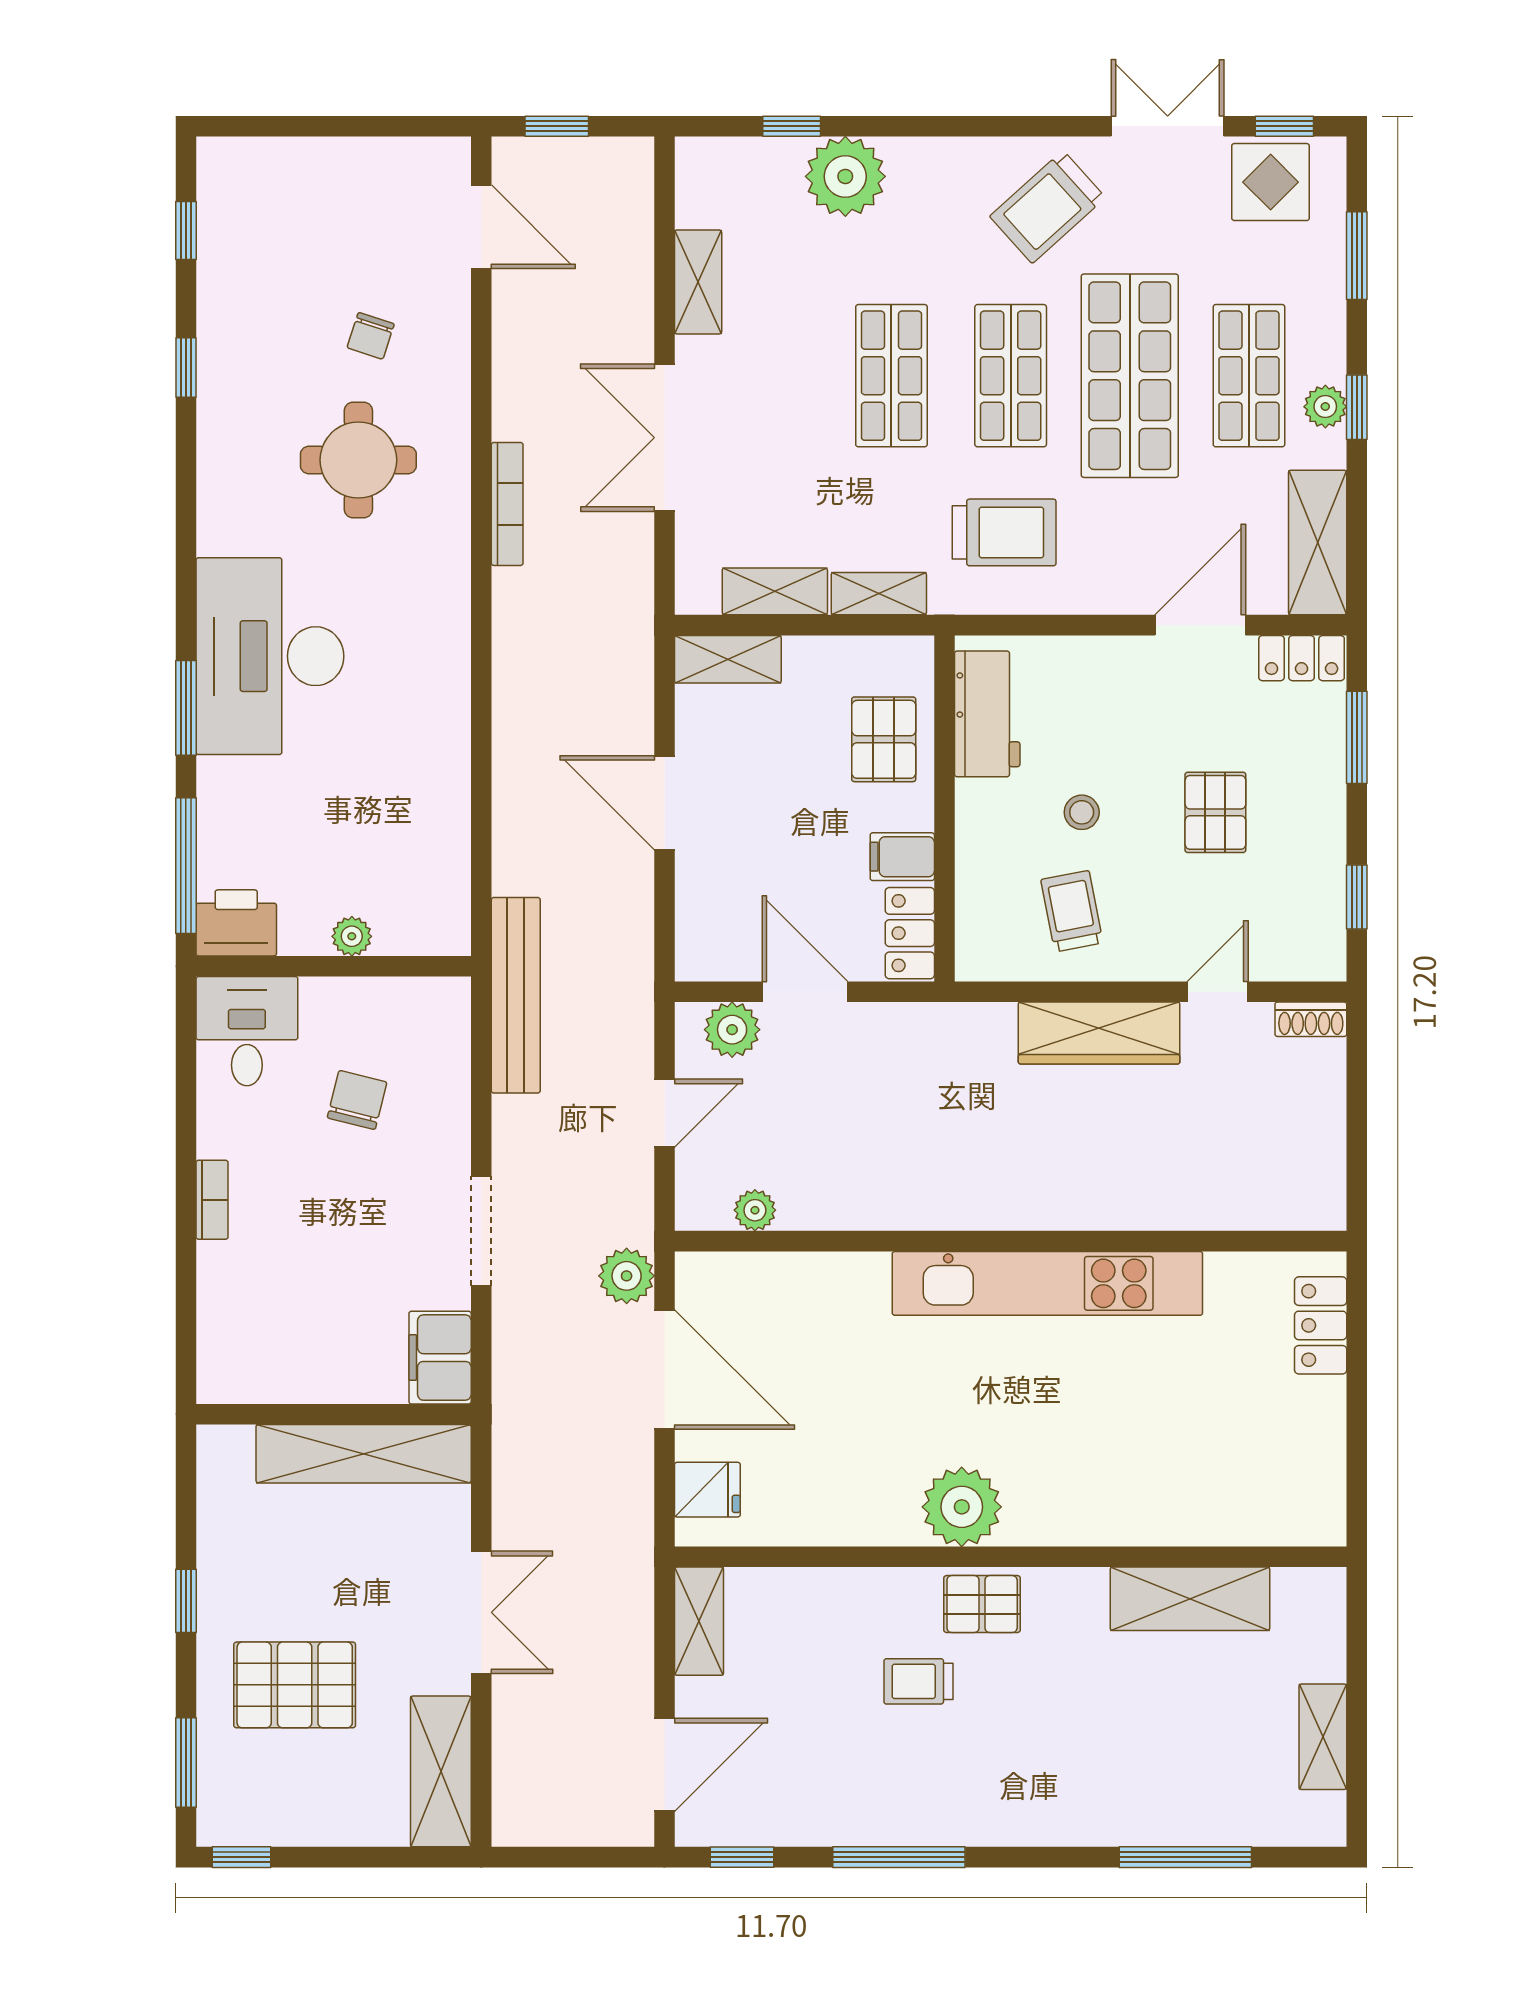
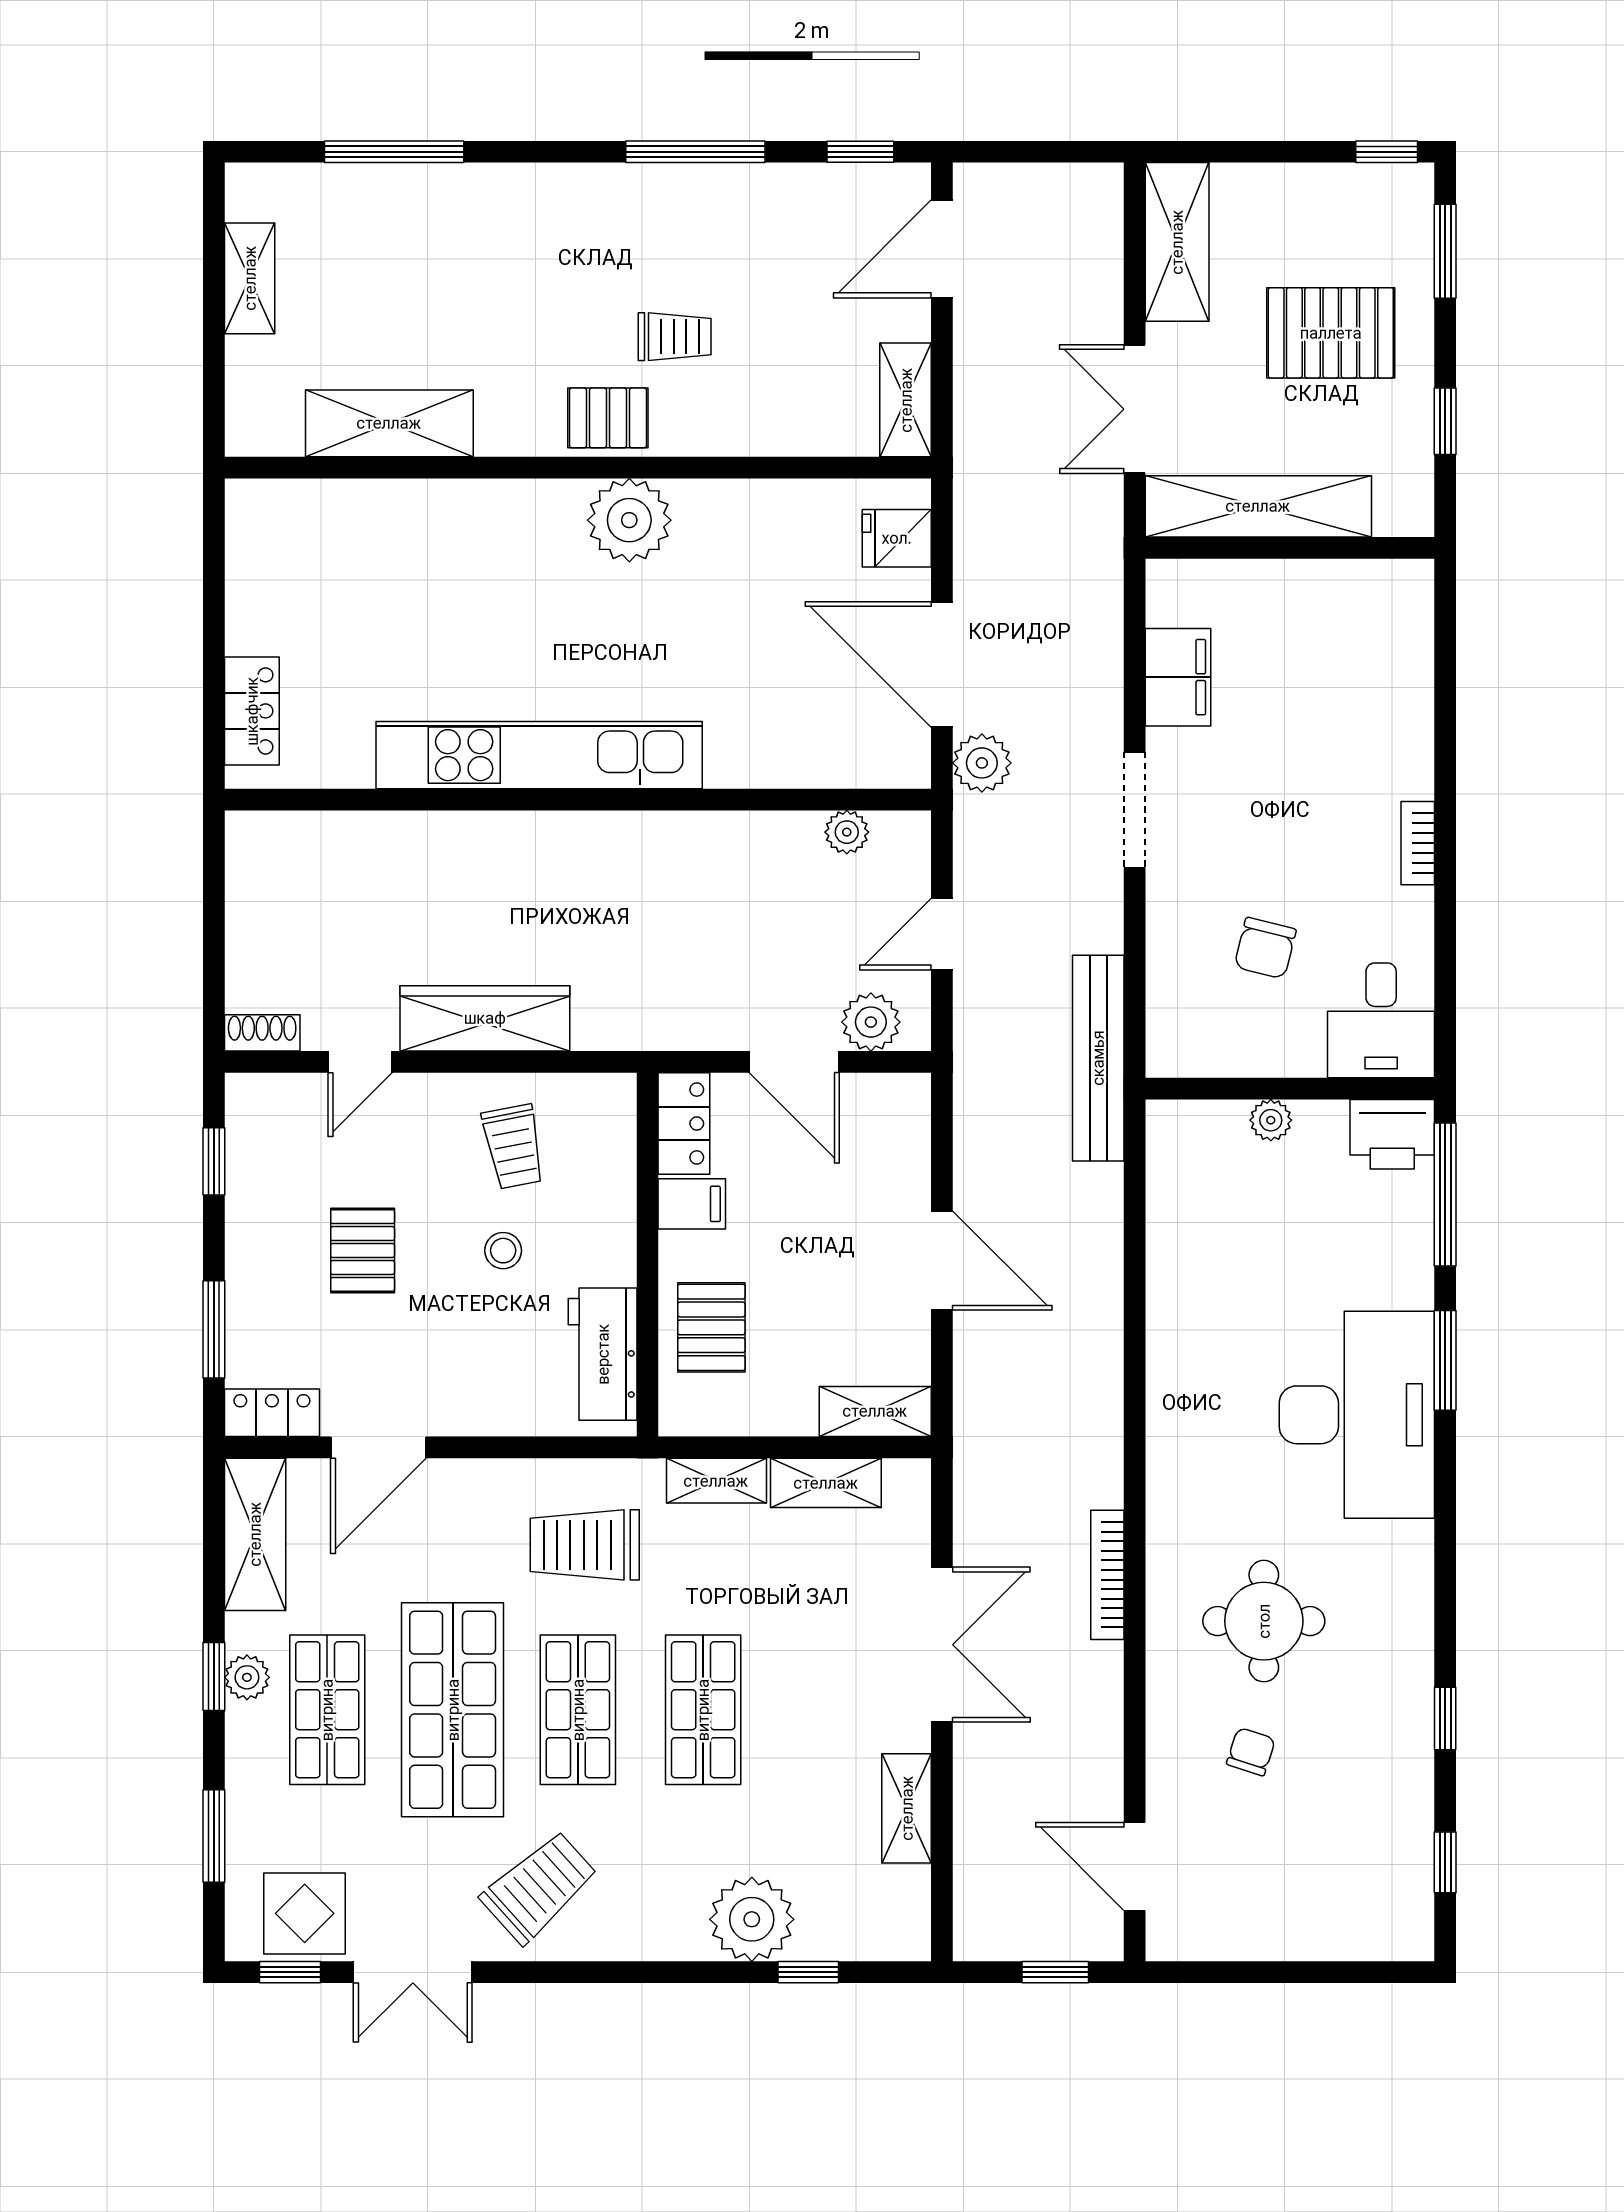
wall: (334, 1414) -> (1290, 548), moved
shelving: (364, 1454) -> (1258, 506), moved

